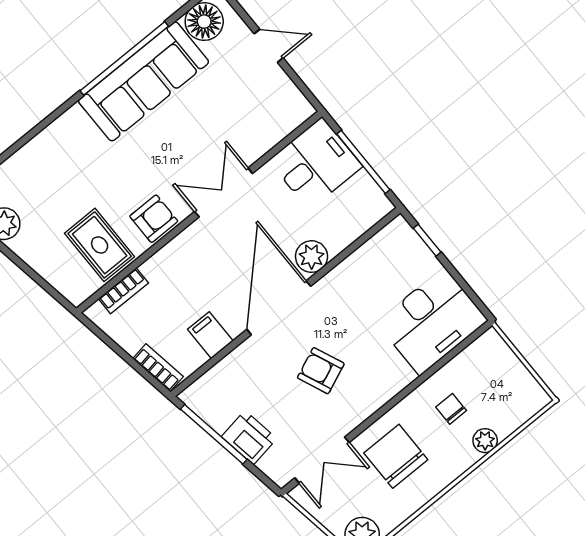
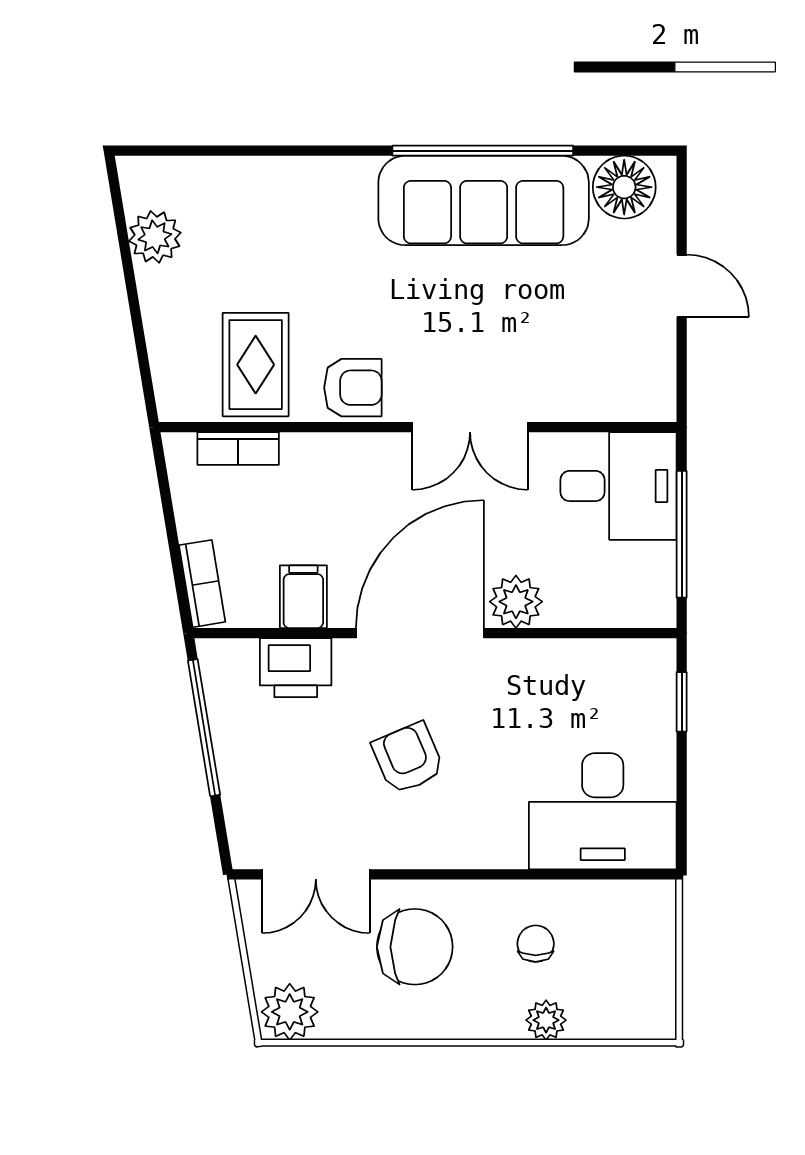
double door: (224, 192) -> (470, 427), swing flipped
printer: (249, 438) -> (296, 668), moved, turned 99
chair: (396, 456) -> (415, 947), turned 90

